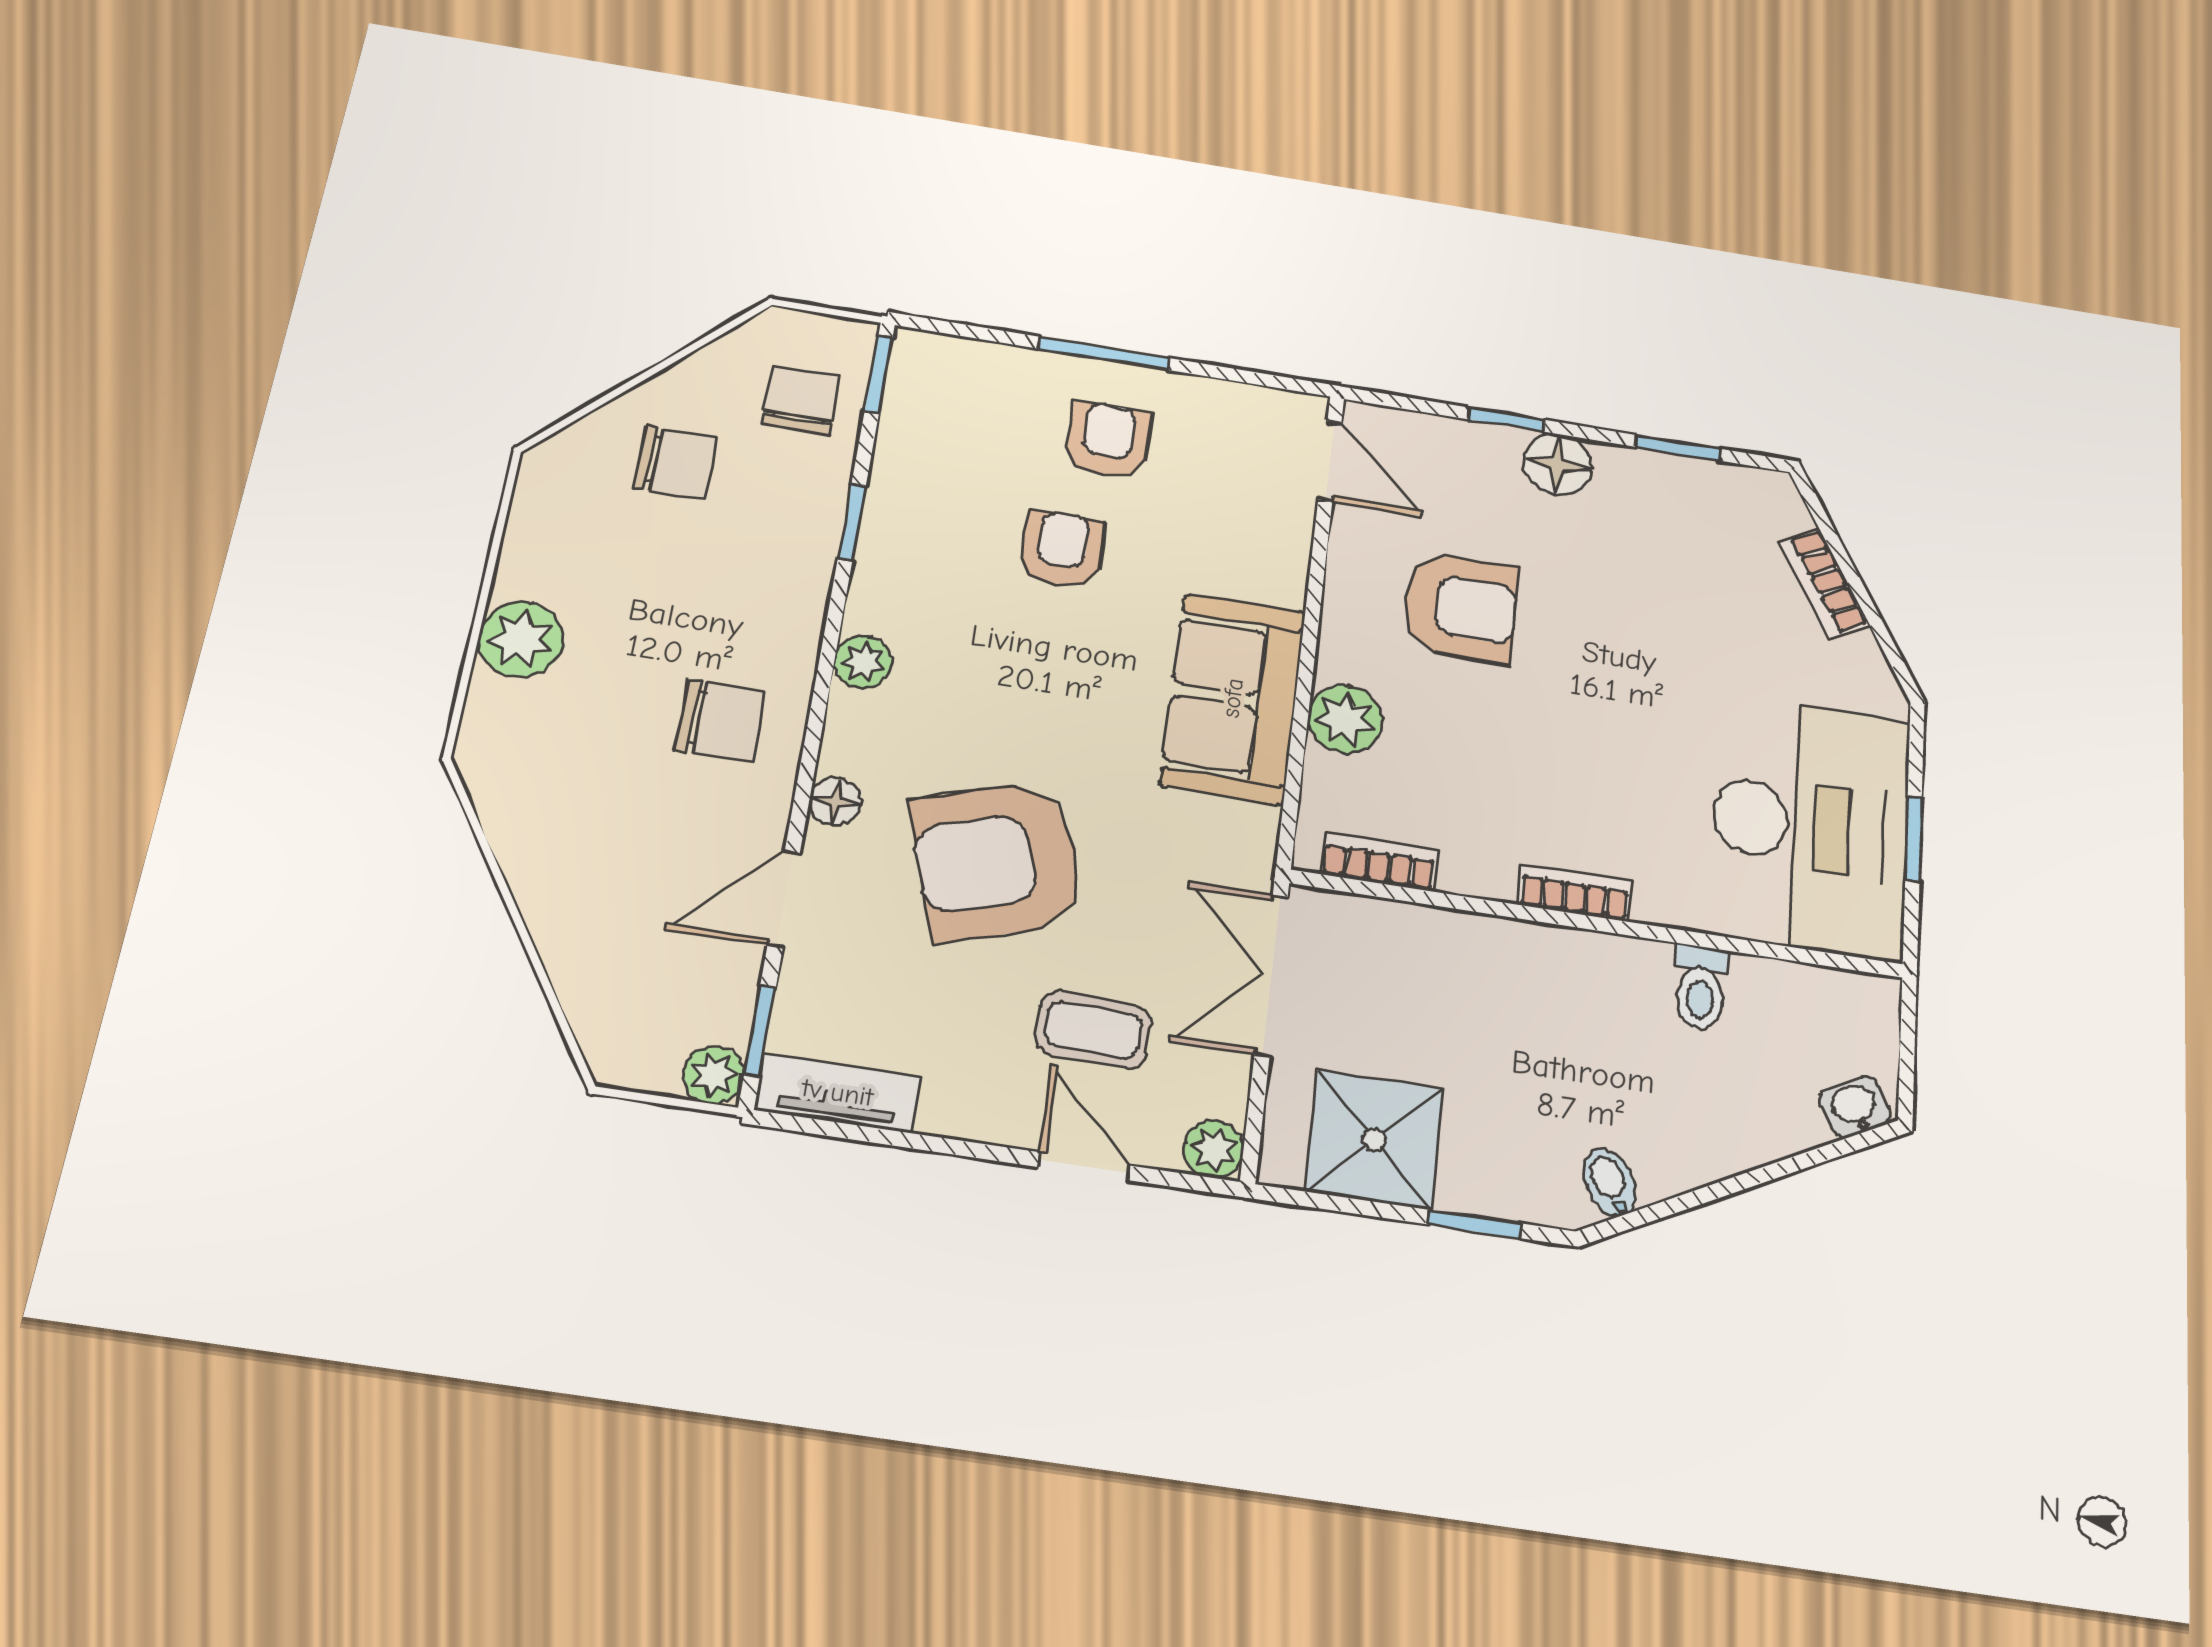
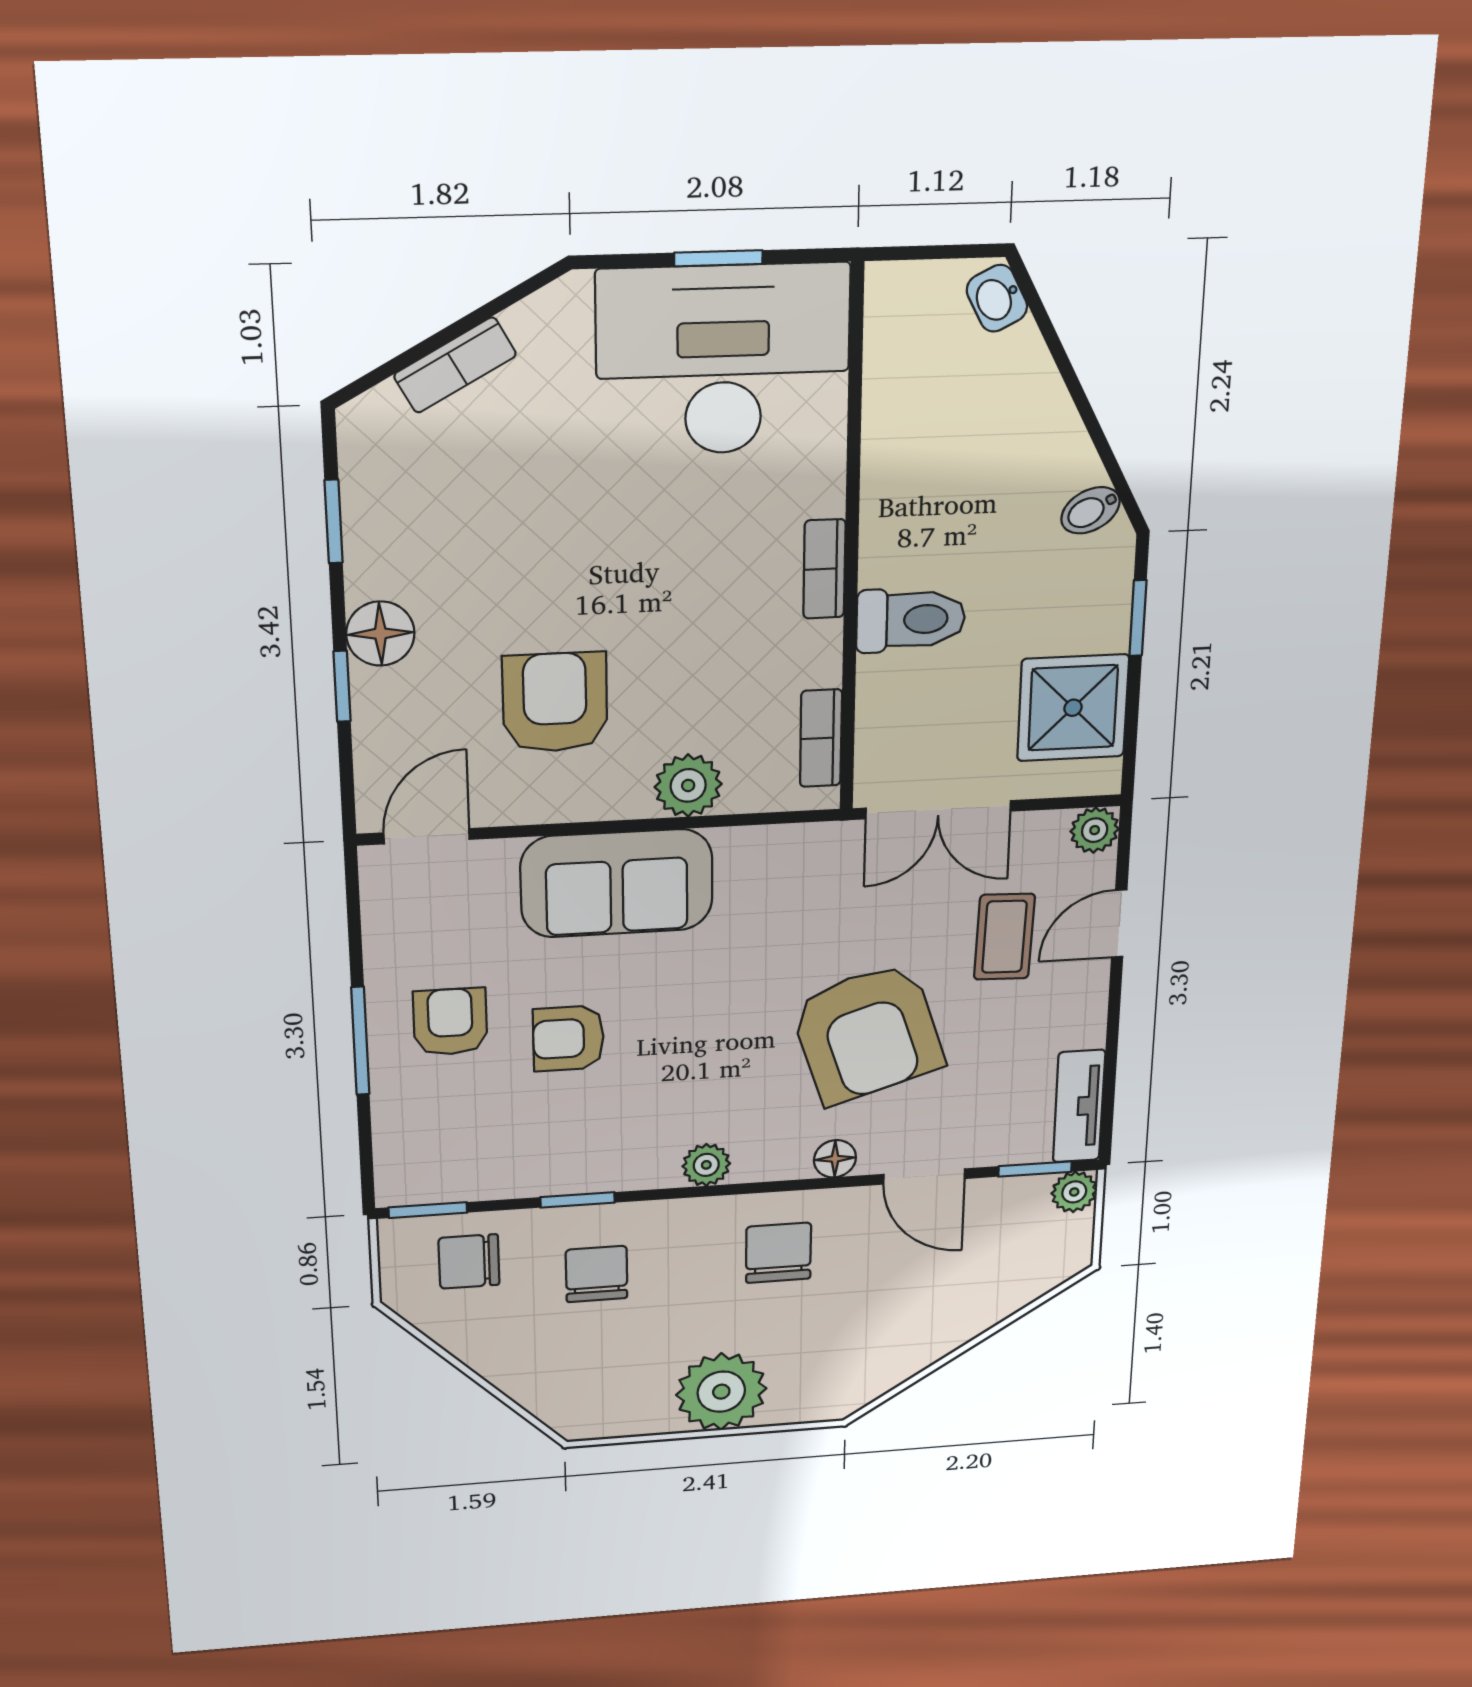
armchair: (1108, 441) -> (450, 1022), turned 90
chair: (675, 463) -> (597, 1274), moved
plant: (521, 639) -> (721, 1392), width x1.36, depth x1.36
sofa: (1233, 698) -> (617, 883), moved
toilet: (1701, 988) -> (911, 620), moved, width x1.37, depth x1.39

